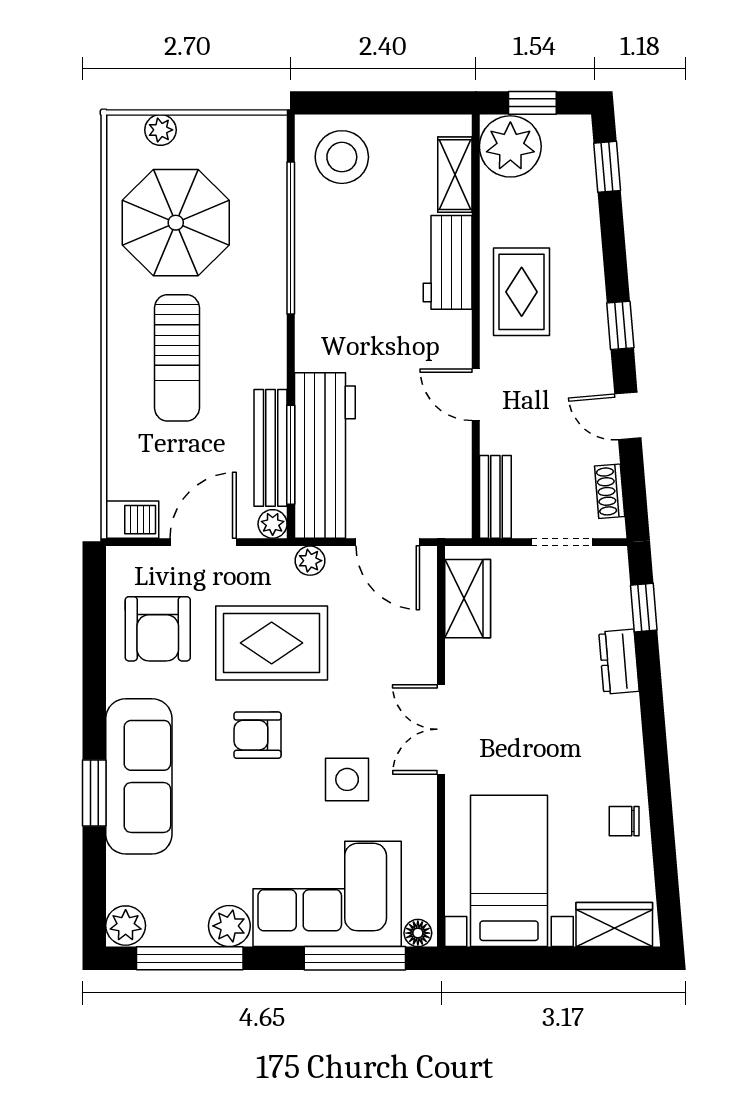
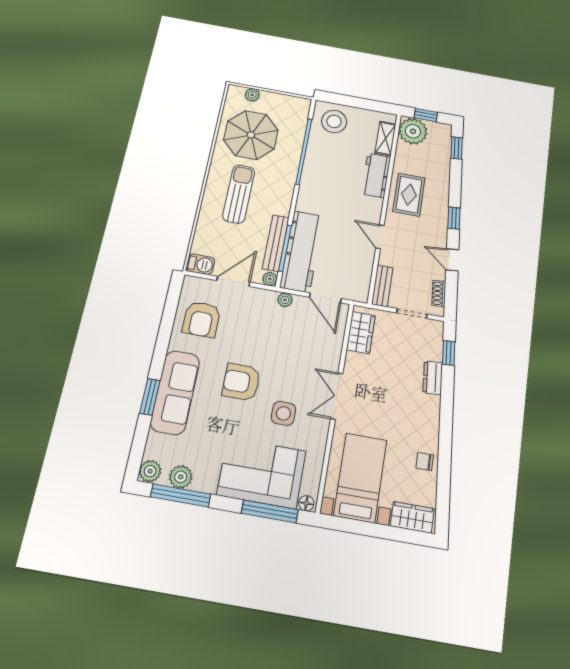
sun lounger: (177, 358) -> (239, 194), turned 180
rug: (272, 643) -> (258, 337), removed
armchair: (257, 735) -> (241, 382), width x1.38, depth x1.38
plant: (229, 926) -> (181, 477), moved

